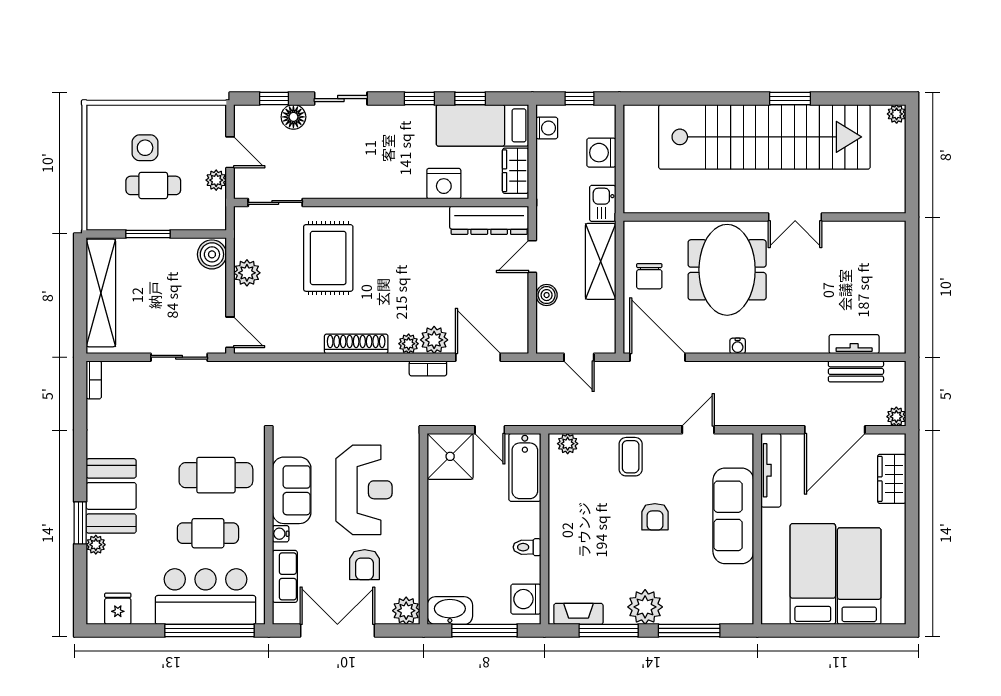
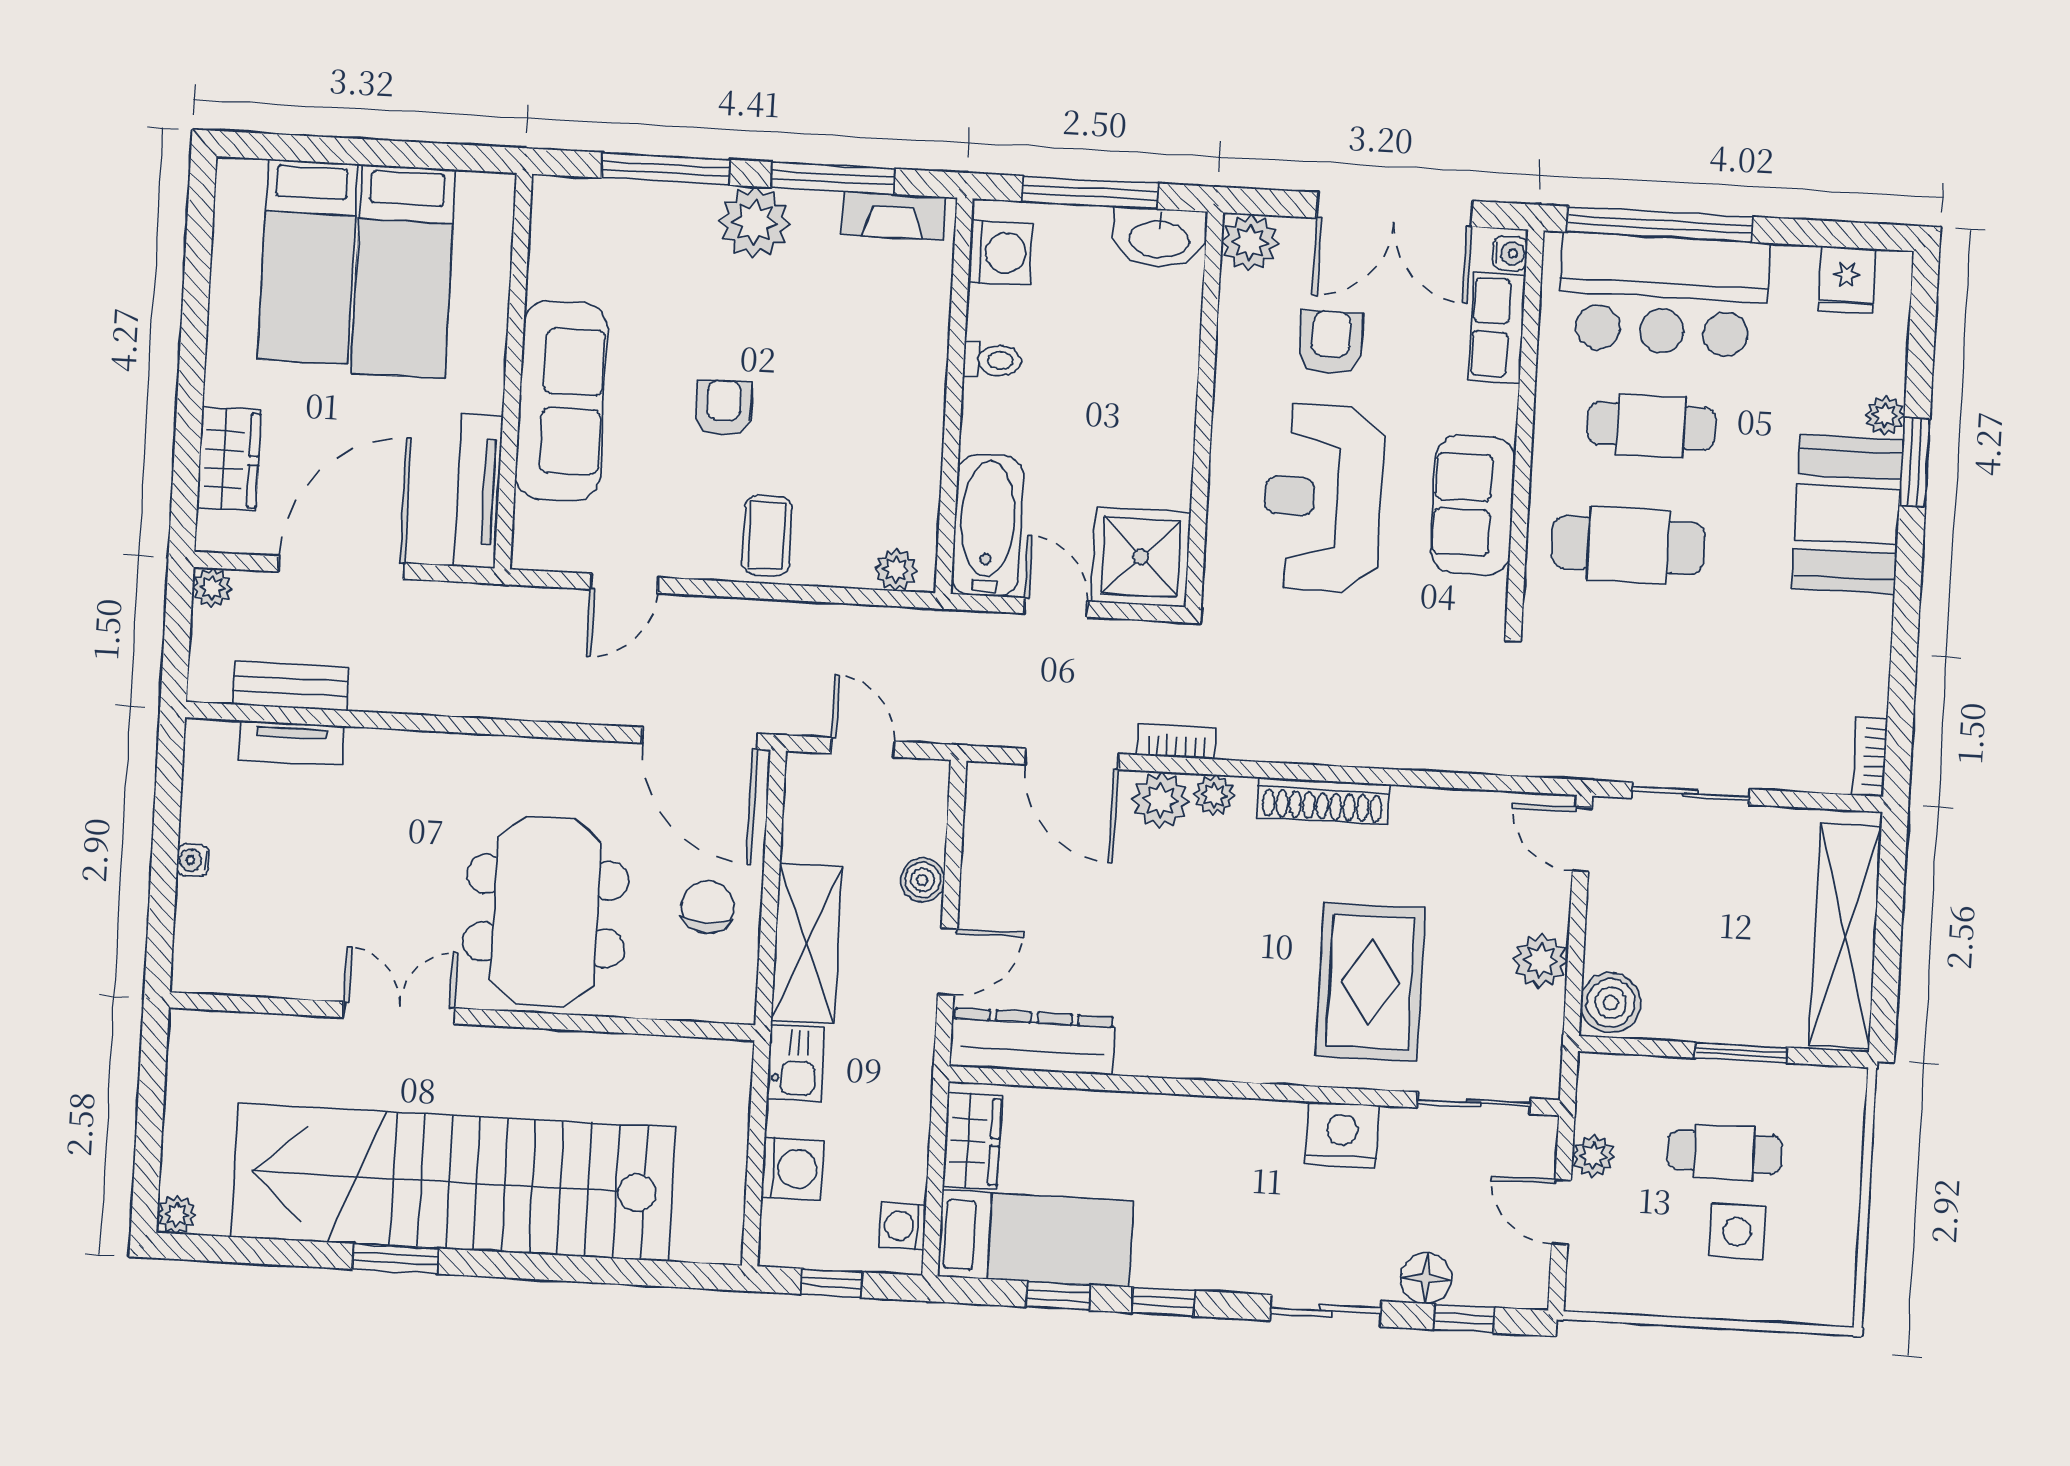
nightstand: (444, 184) -> (1342, 1135), moved
water cooler: (738, 346) -> (193, 860), moved, turned -90
water cooler: (281, 534) -> (1510, 253), moved

